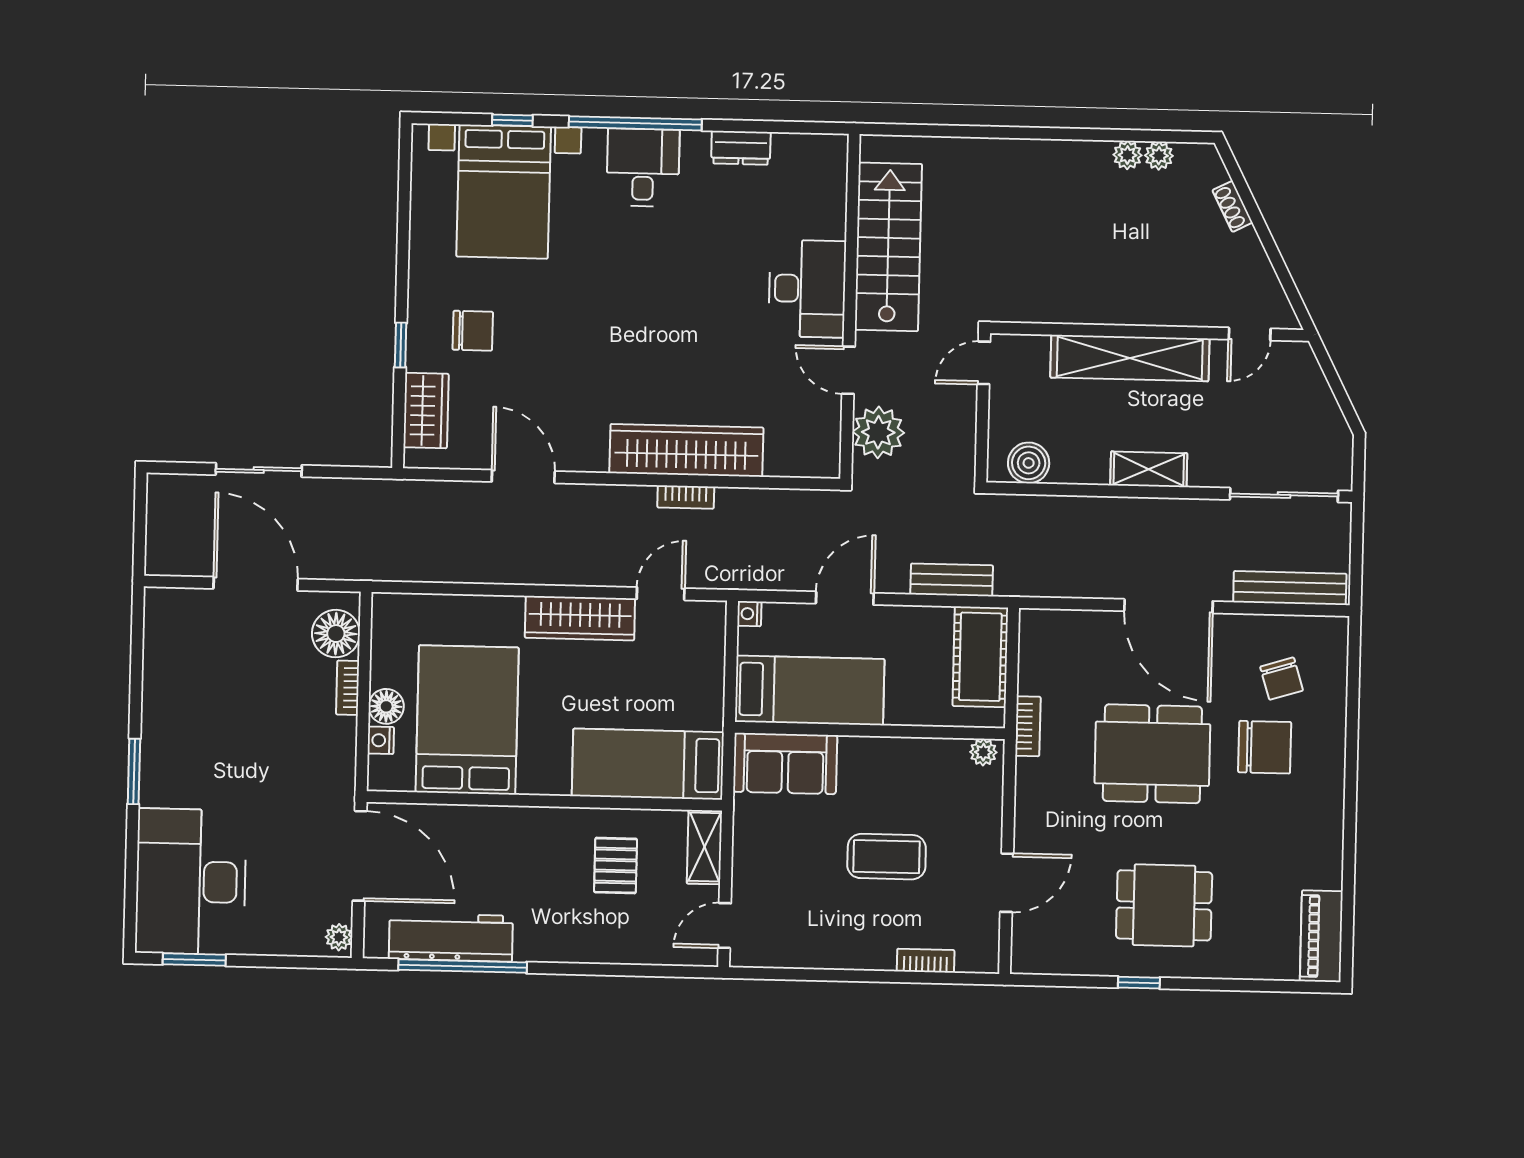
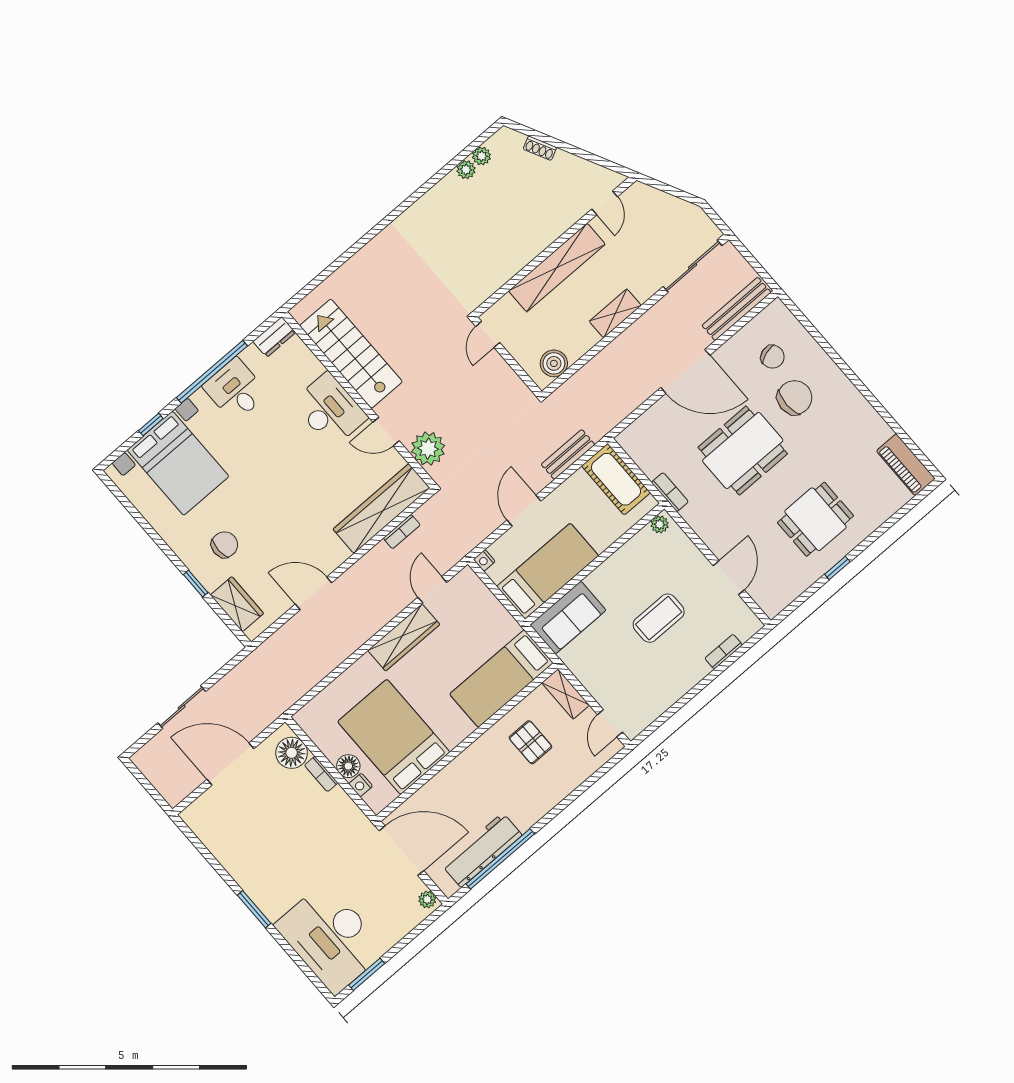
stairs: (888, 247) -> (351, 354), moved
desk: (807, 289) -> (330, 410), moved
wall: (850, 306) -> (359, 400), moved
door: (848, 370) -> (386, 432), moved
plant: (878, 432) -> (428, 449), moved

